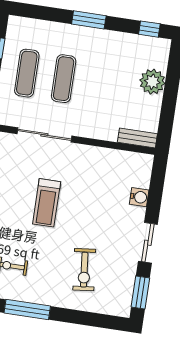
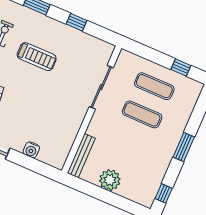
plant: (152, 82) -> (110, 180), moved
bench: (137, 138) -> (81, 156), width x1.36
treadmill: (47, 203) -> (37, 57), moved, turned 180

